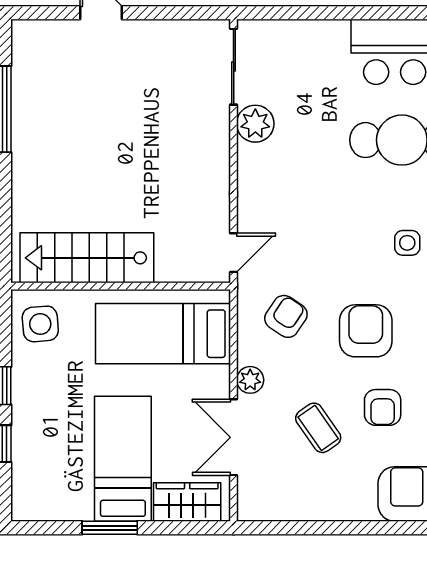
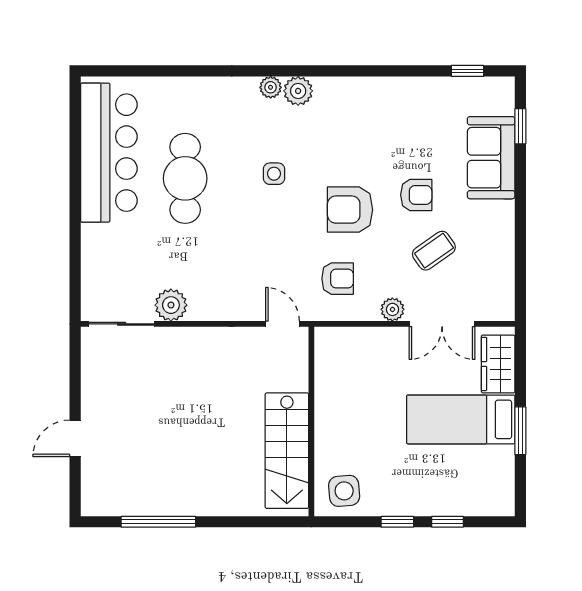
armchair: (286, 316) -> (338, 279), turned 146
bed: (163, 334) -> (352, 385), removed

